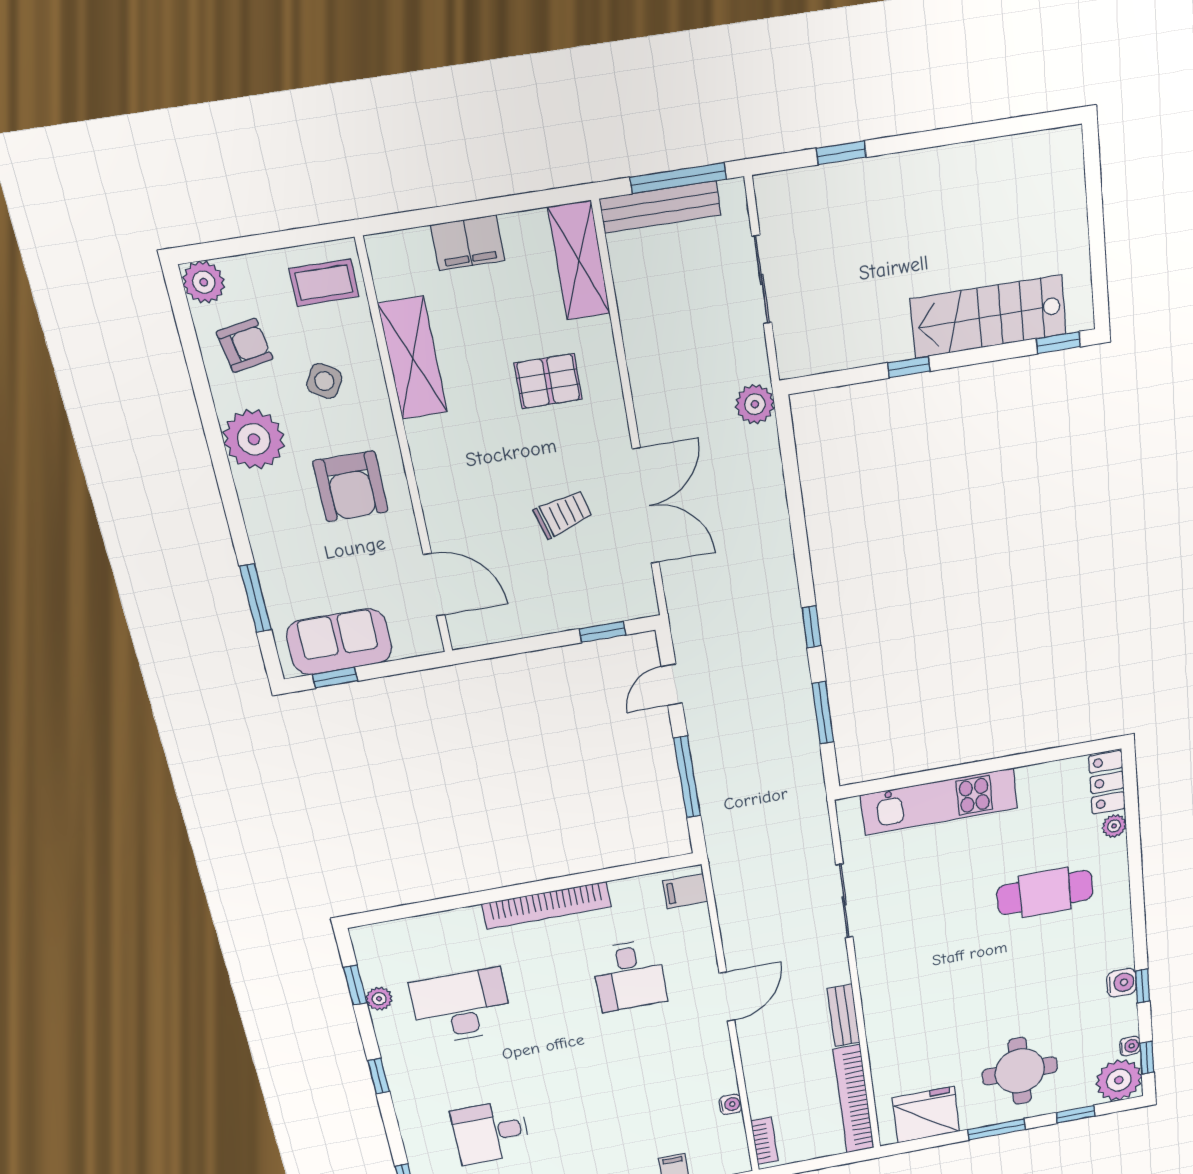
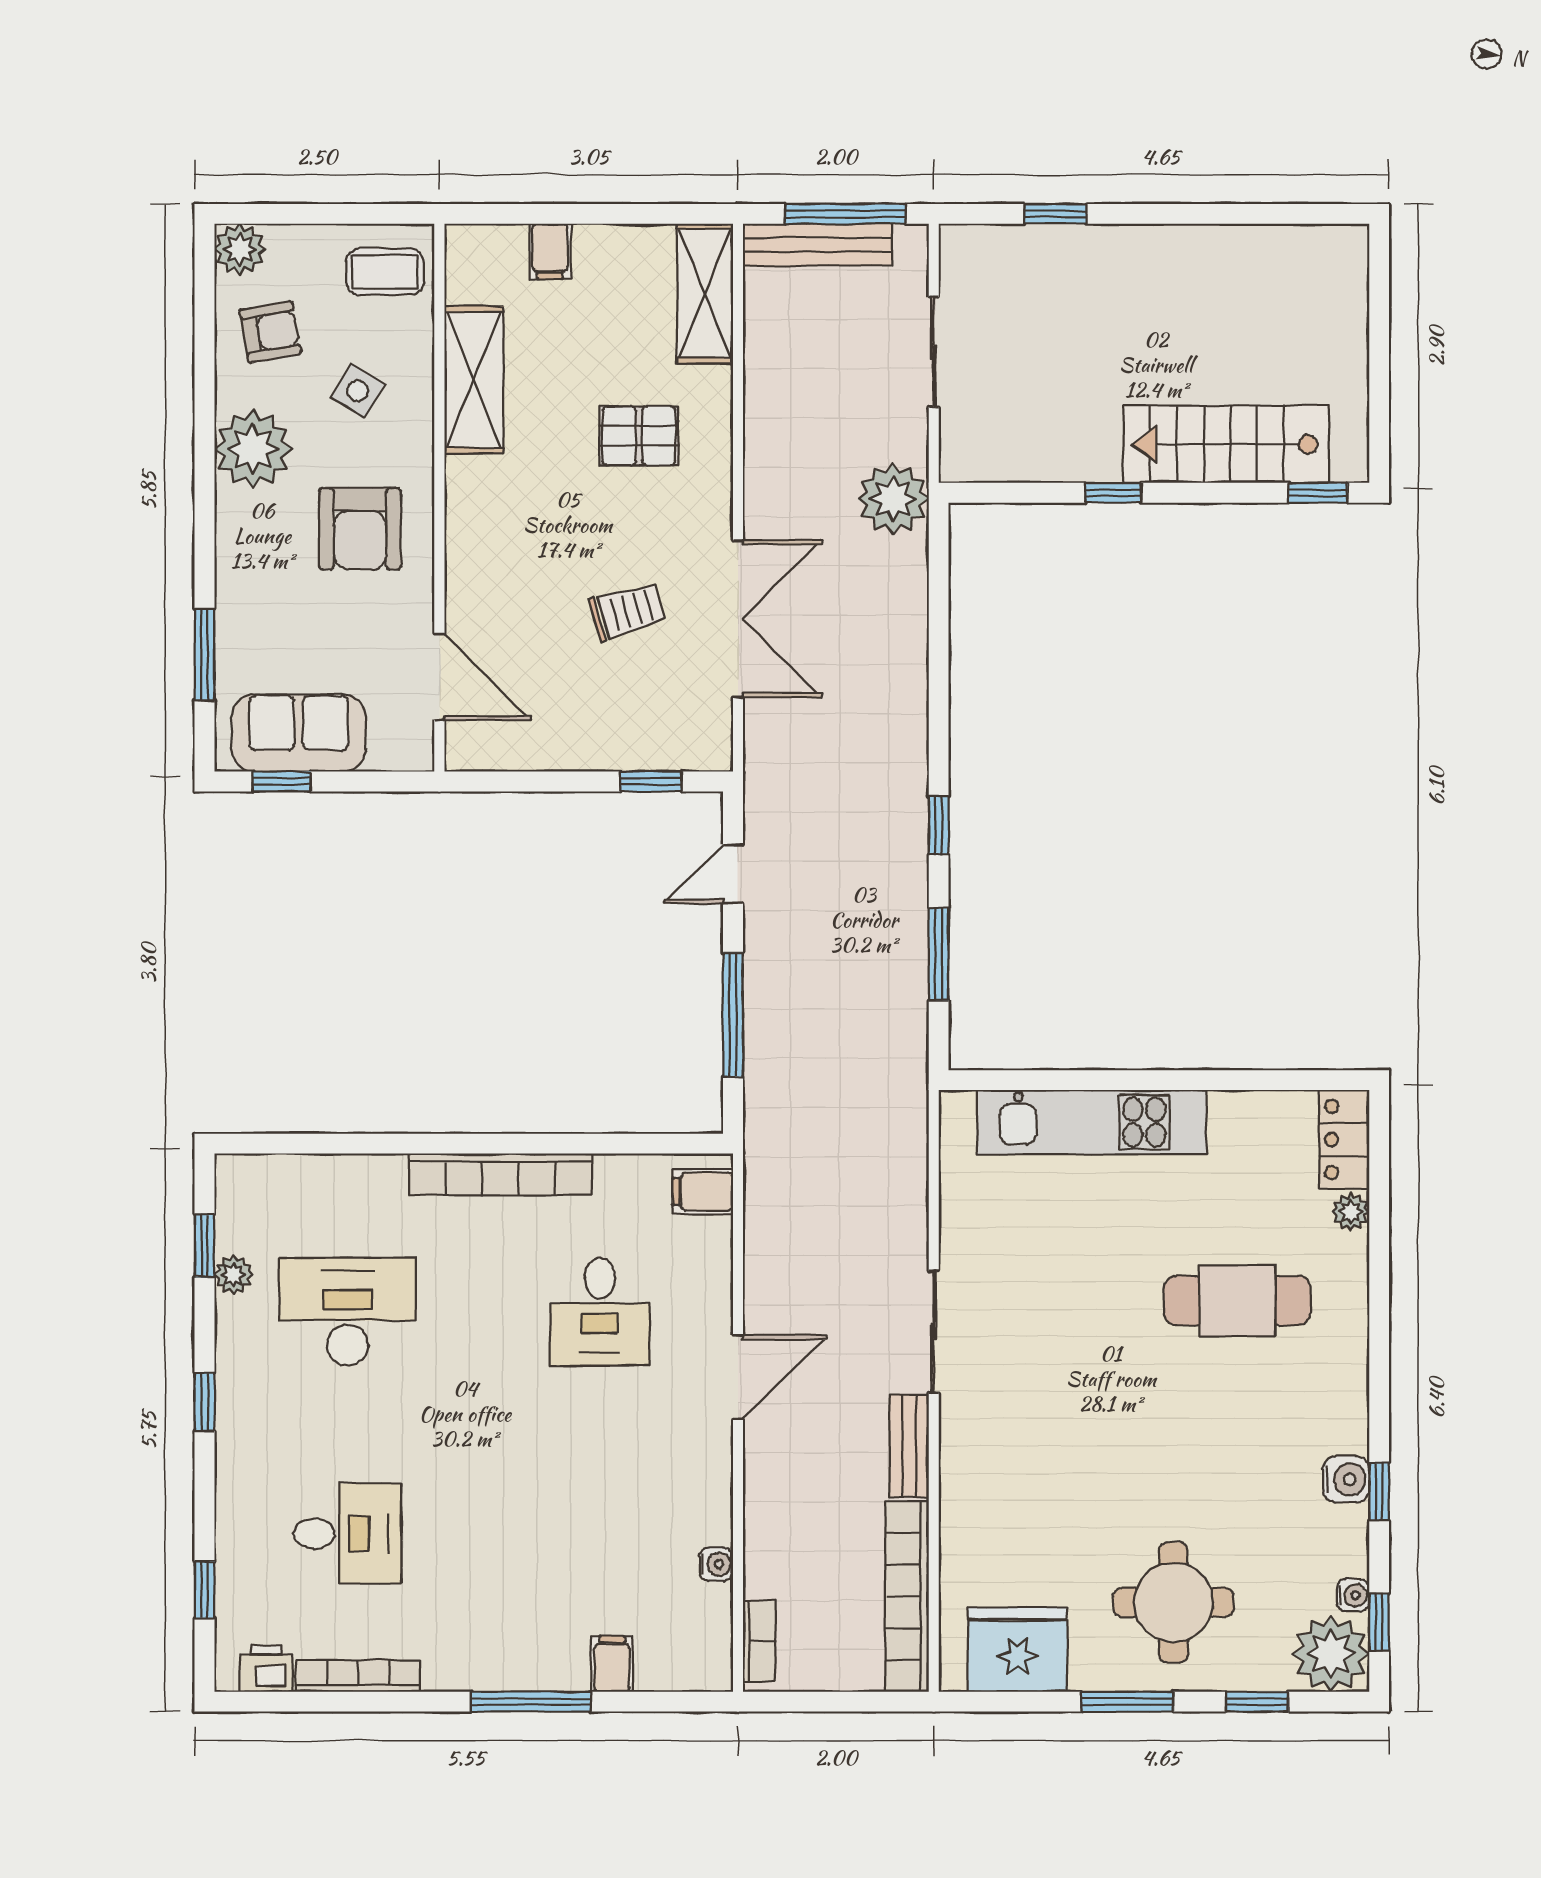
filing cabinet: (468, 243) -> (550, 251), width x0.50
plant: (755, 404) -> (893, 499), width x1.36, depth x1.36
sliding door: (844, 901) -> (934, 1332), moved
desk: (491, 1132) -> (348, 1534), turned 180

